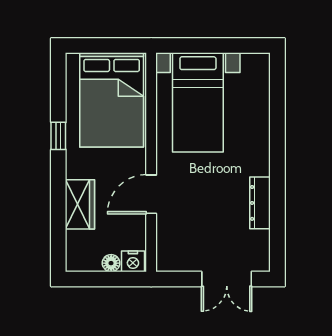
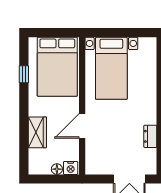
window: (58, 136) -> (24, 74), moved
dresser: (260, 203) -> (150, 136), width x0.70

